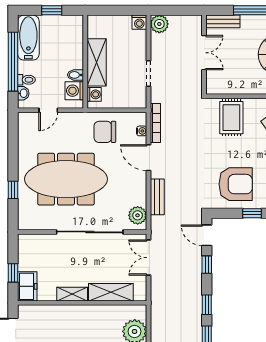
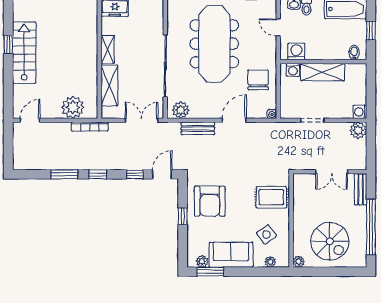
bidet: (75, 75) -> (354, 53), moved
bookcase: (155, 123) -> (90, 127), moved
water cooler: (142, 131) -> (272, 114), moved

